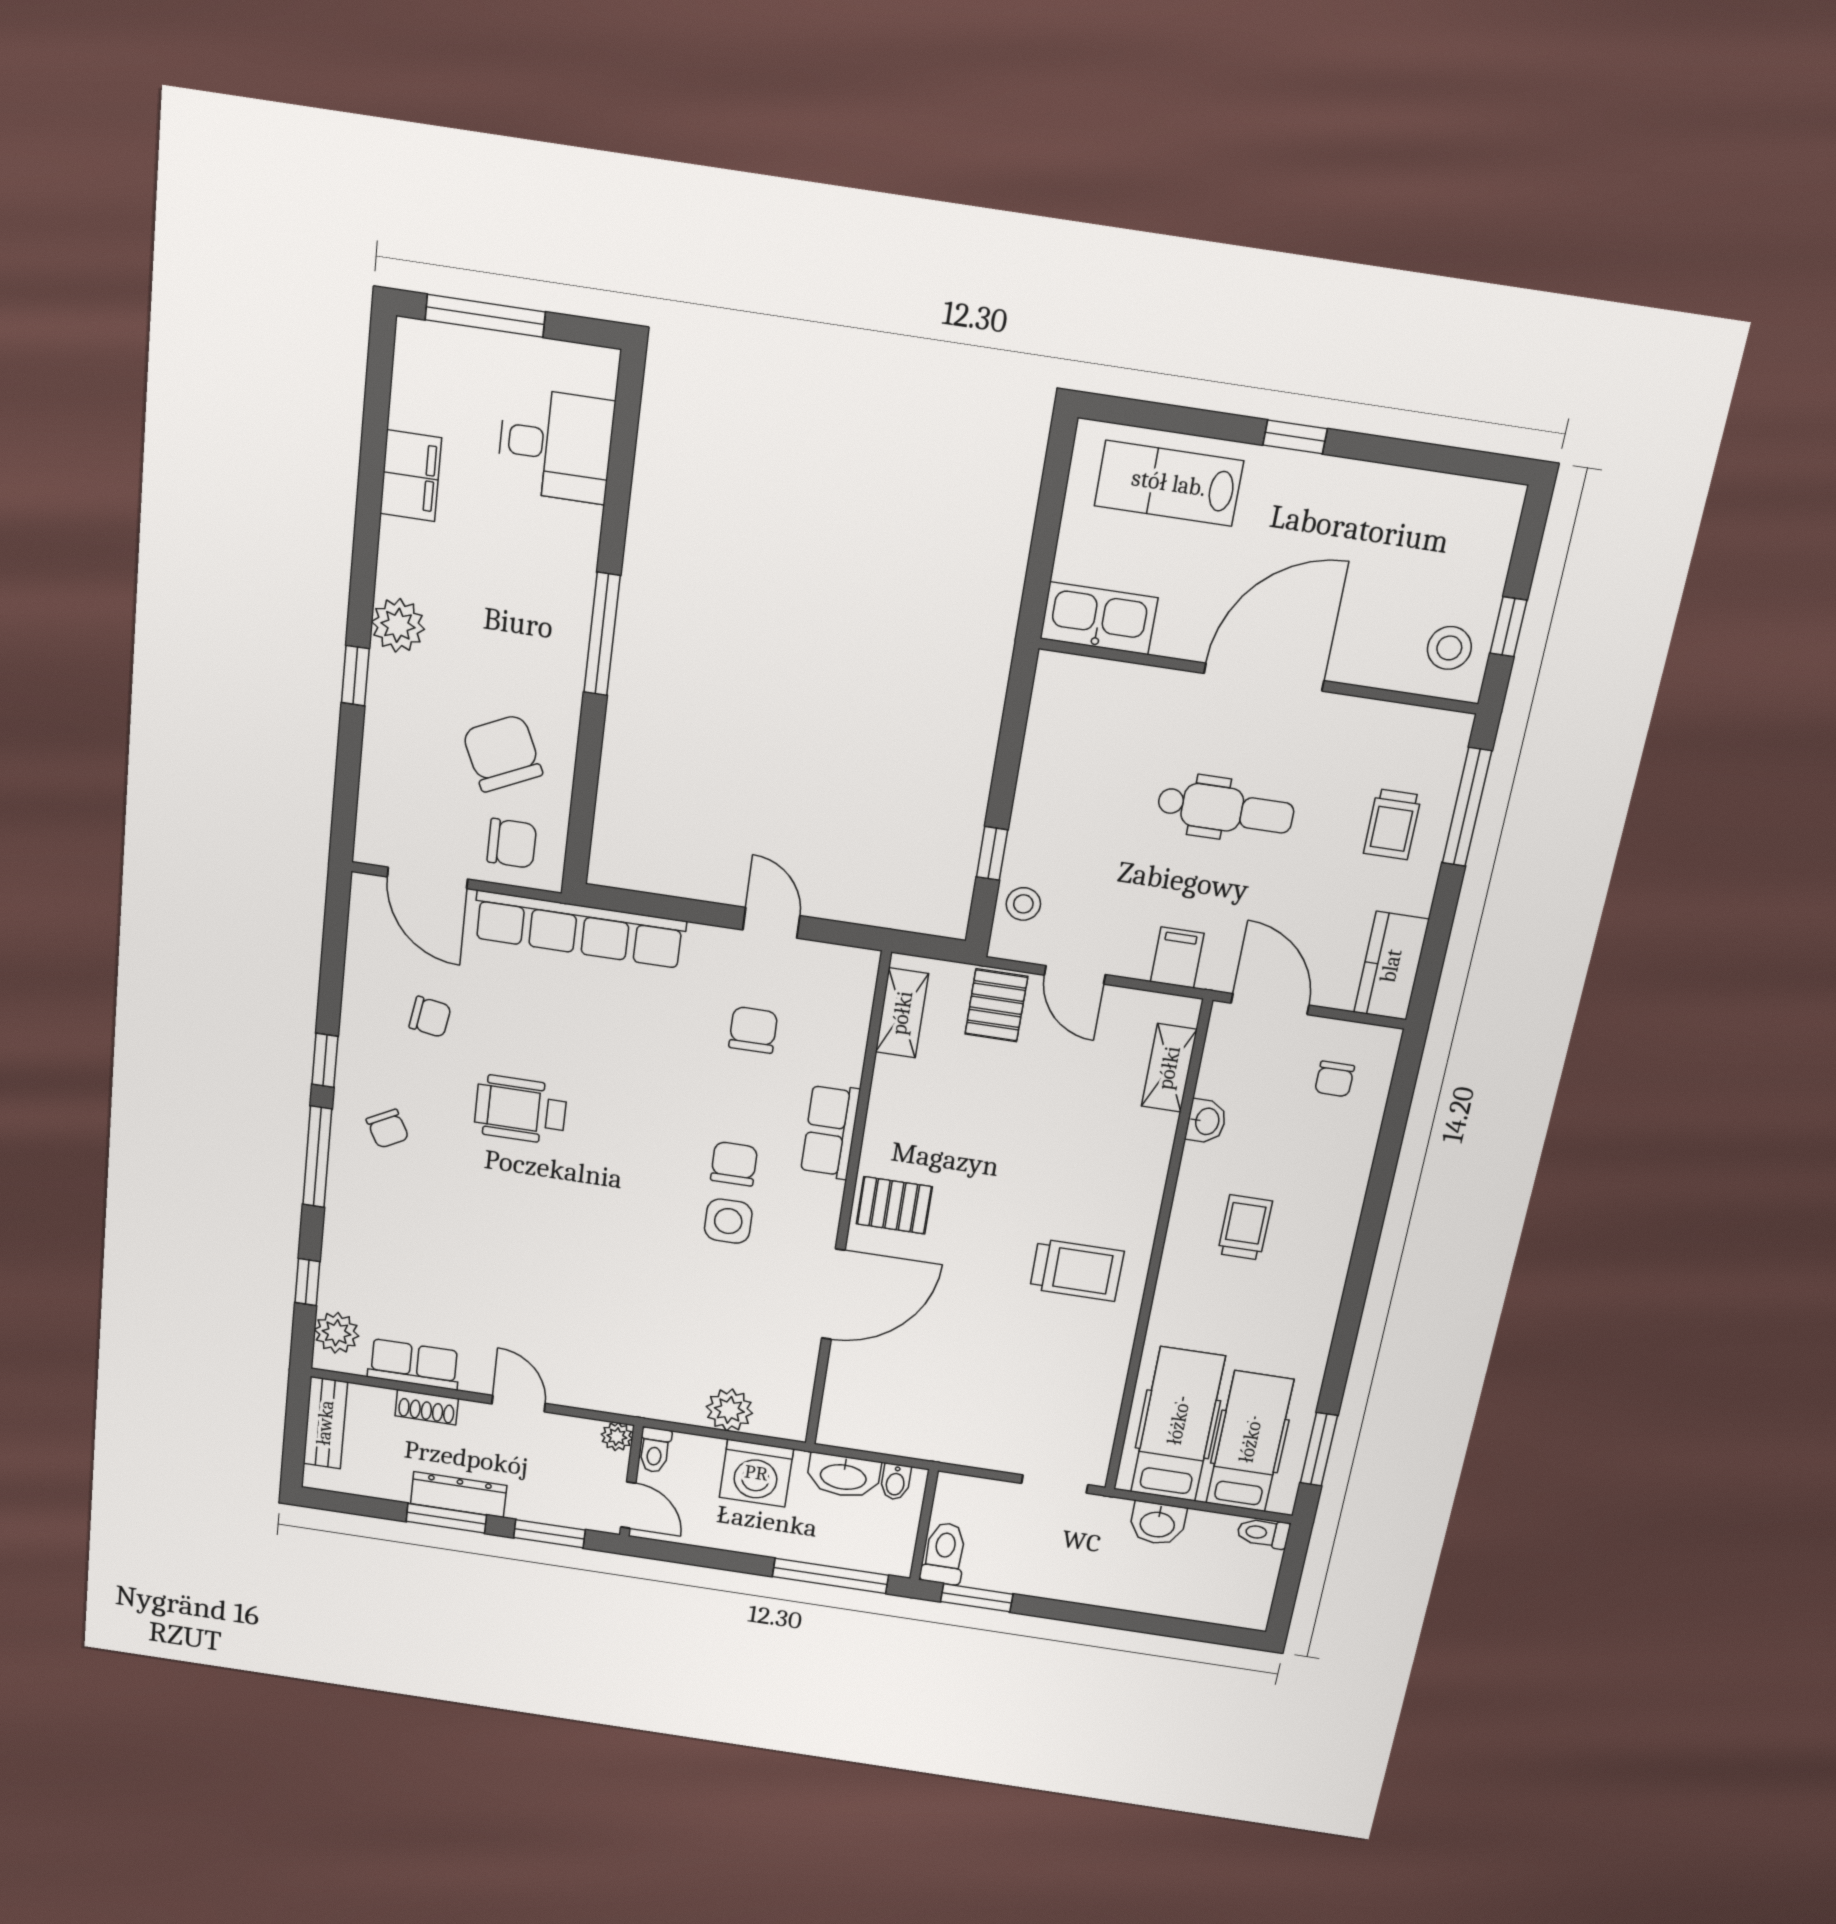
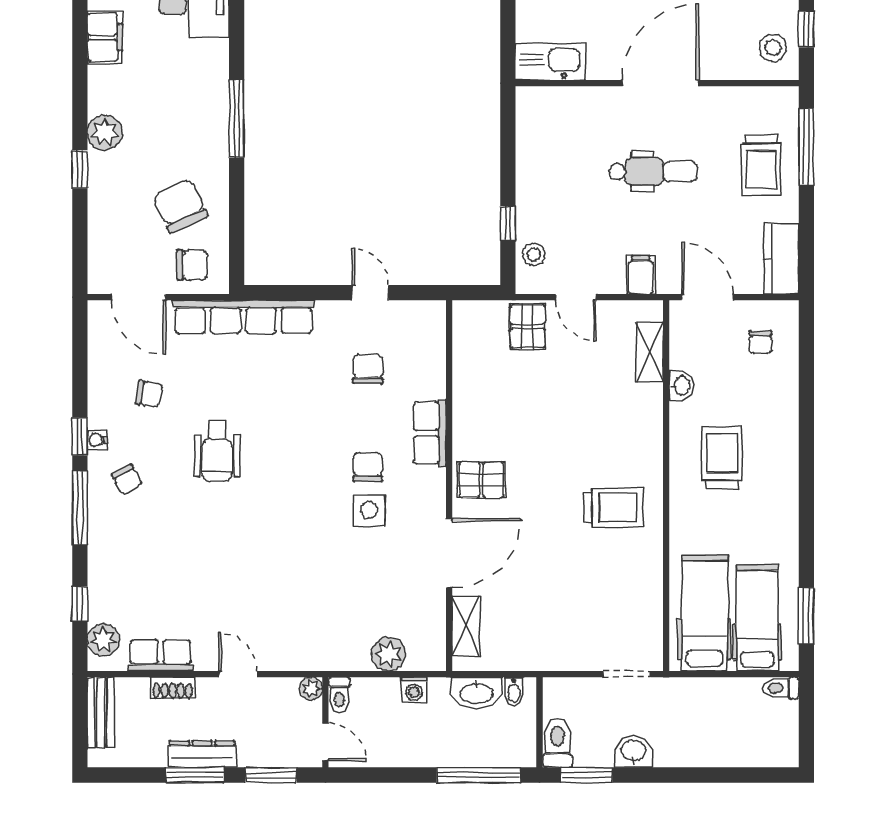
trolley: (1392, 824) -> (761, 165), width x1.36, depth x1.39
shelving: (902, 1013) -> (466, 626), moved
water cooler: (350, 1069) -> (97, 440), added
wheelchair: (521, 1110) -> (217, 451), turned -90
trolley: (1245, 1227) -> (722, 458), width x1.36, depth x1.39
washing machine: (756, 1473) -> (414, 690), width x0.53, depth x0.53
washbasin: (1157, 1523) -> (633, 751), moved, turned 180

